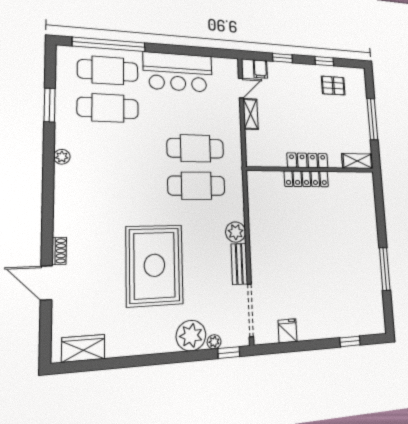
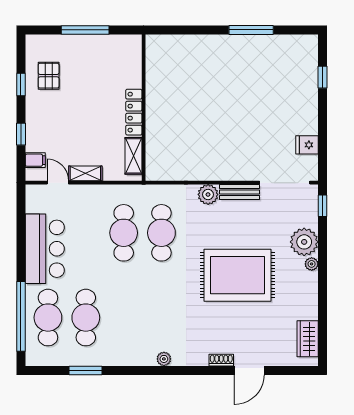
plant: (62, 157) -> (164, 359), moved
shelving: (357, 161) -> (133, 156), moved
locker: (306, 179) -> (154, 115), removed
plant: (214, 342) -> (312, 264), moved

